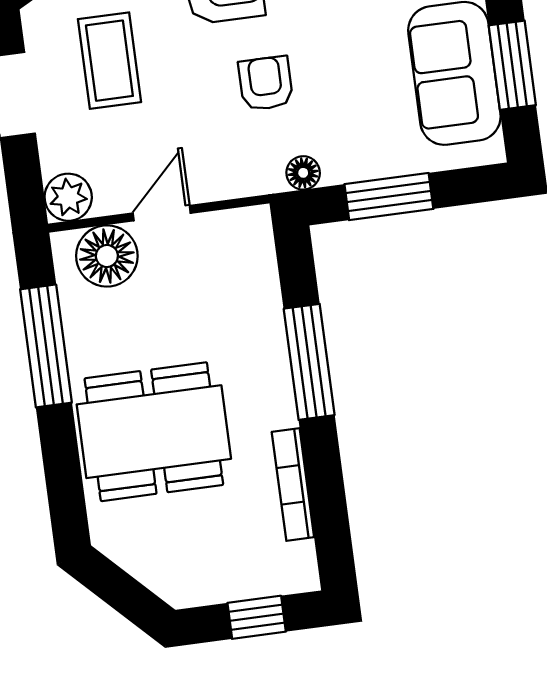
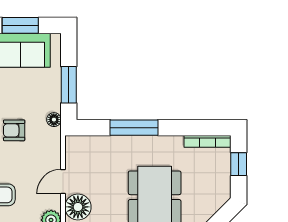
door: (162, 213) -> (63, 181), hinge flipped
bookcase: (293, 485) -> (208, 141), moved

